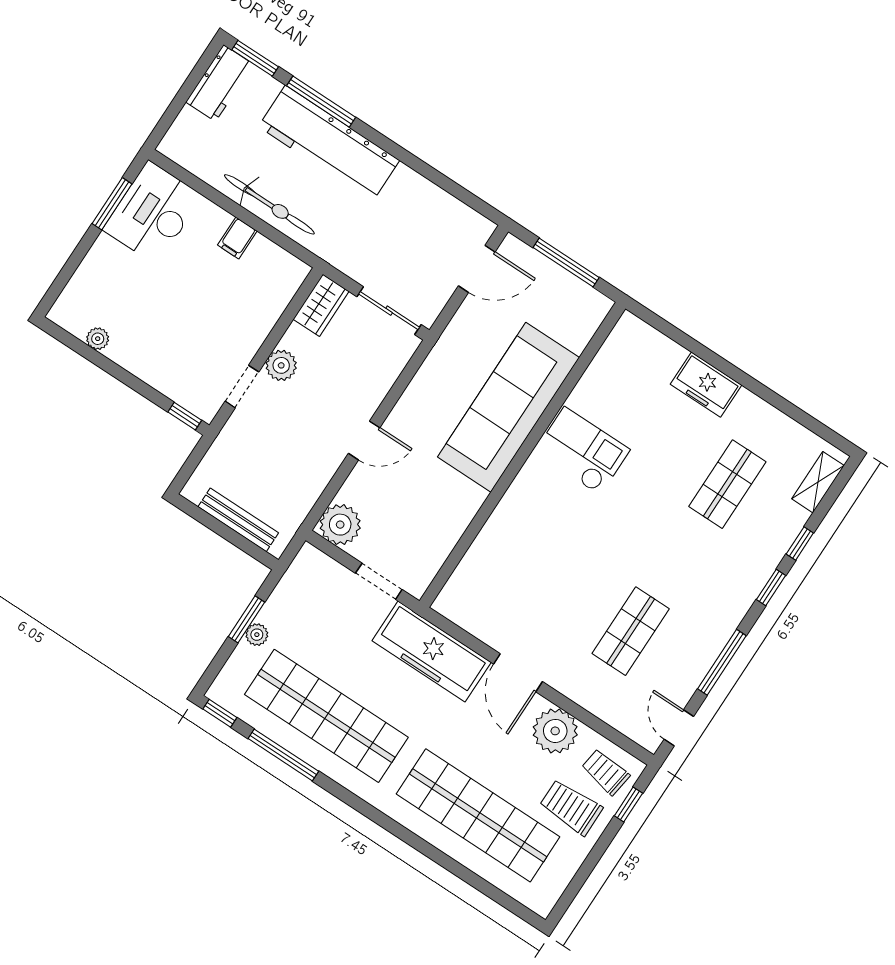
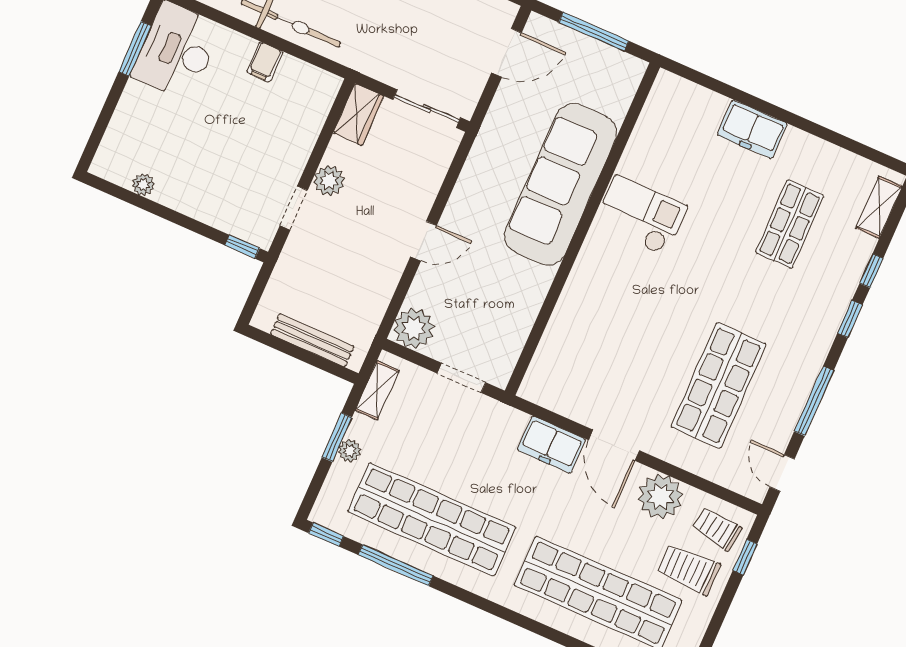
shelving: (294, 580) -> (377, 390), added
shop shelf: (631, 631) -> (719, 385), width x1.43, depth x1.36
freezer: (432, 651) -> (551, 445), width x0.52, depth x0.79

